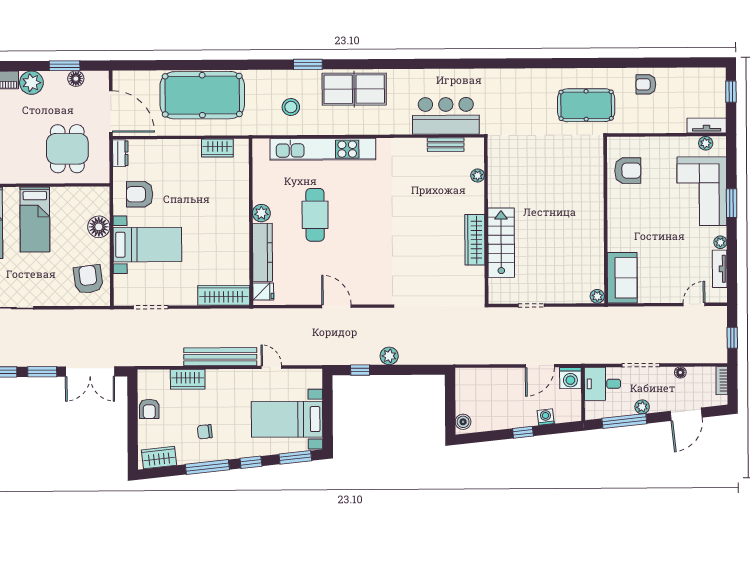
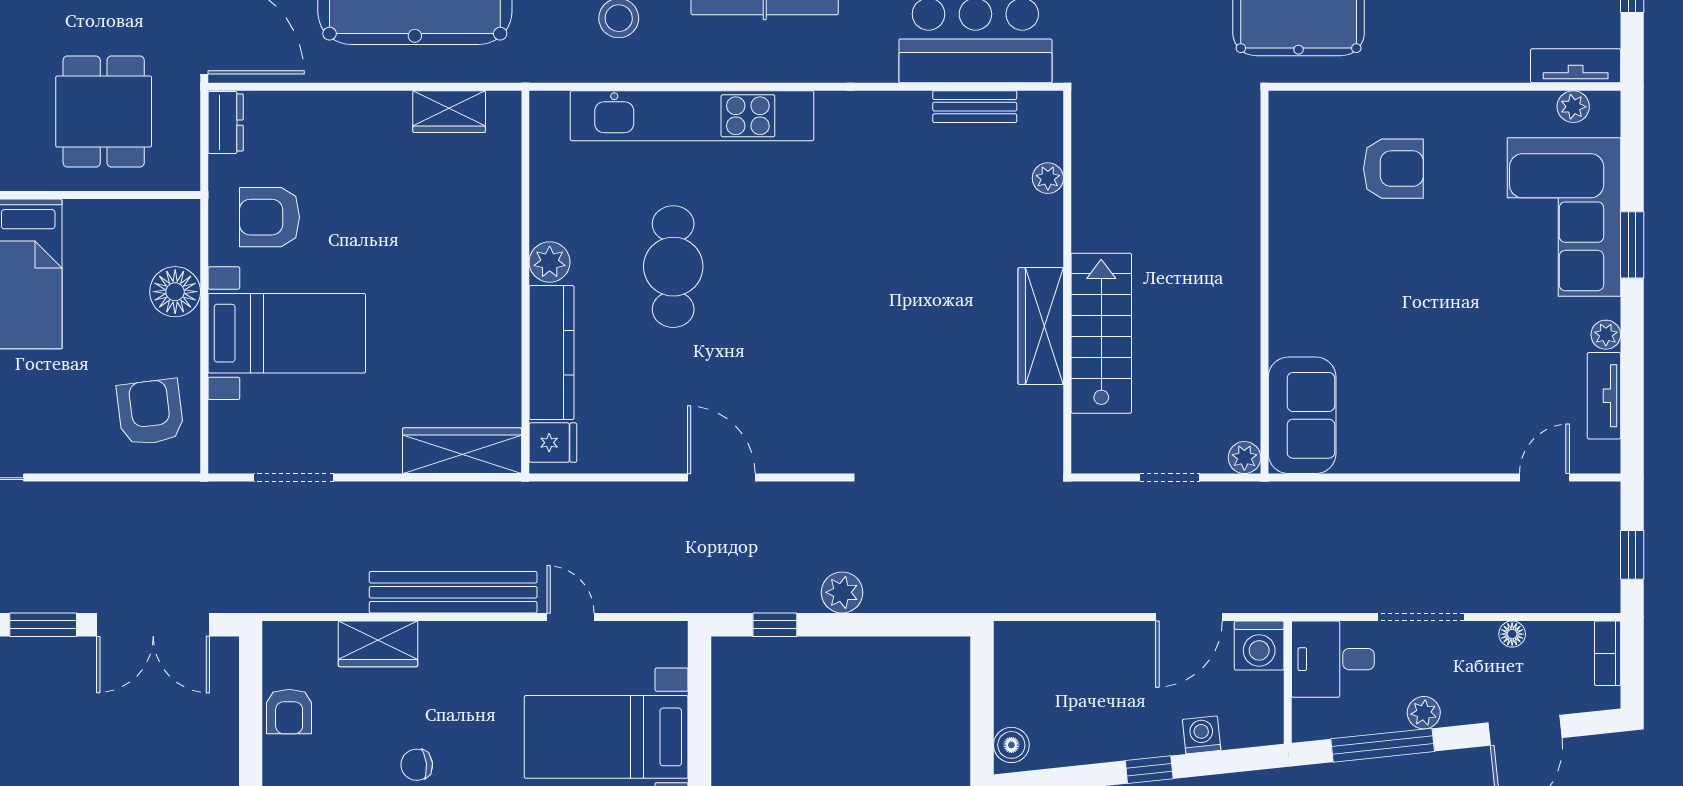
wall: (606, 220) -> (1264, 282), moved
sofa: (622, 278) -> (1302, 415), moved
plant: (597, 296) -> (1244, 458), moved

